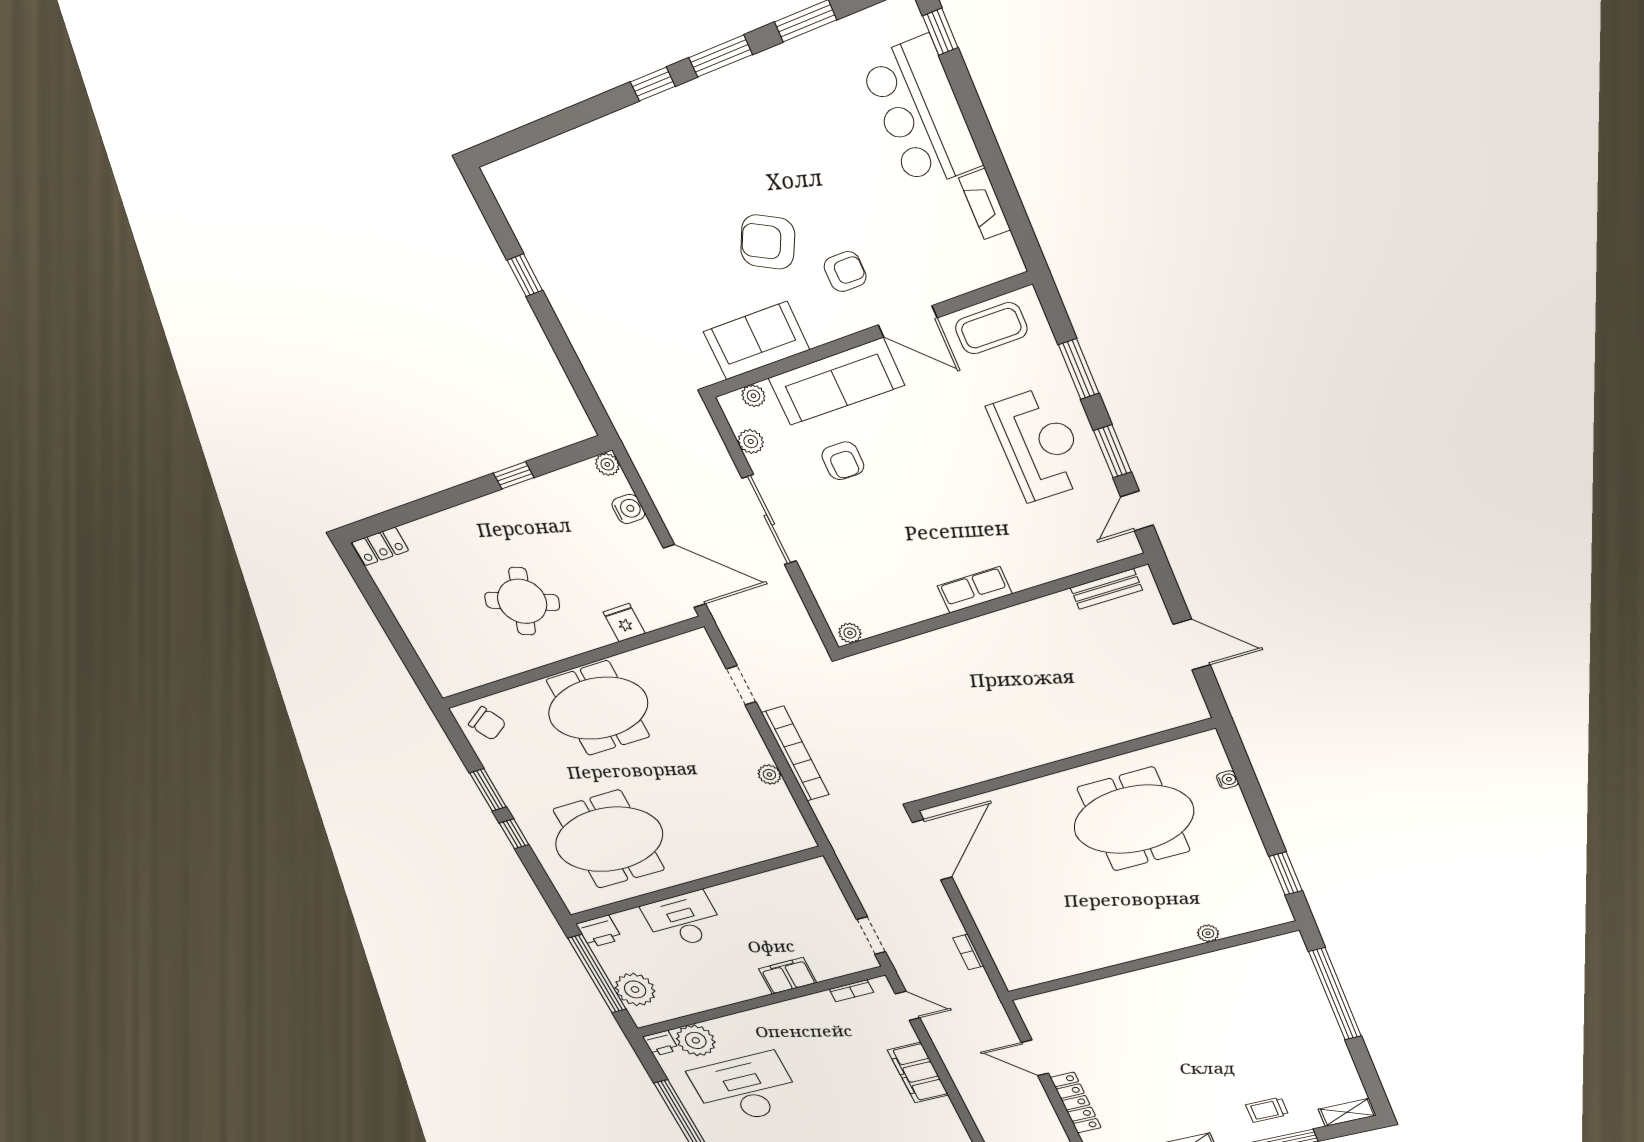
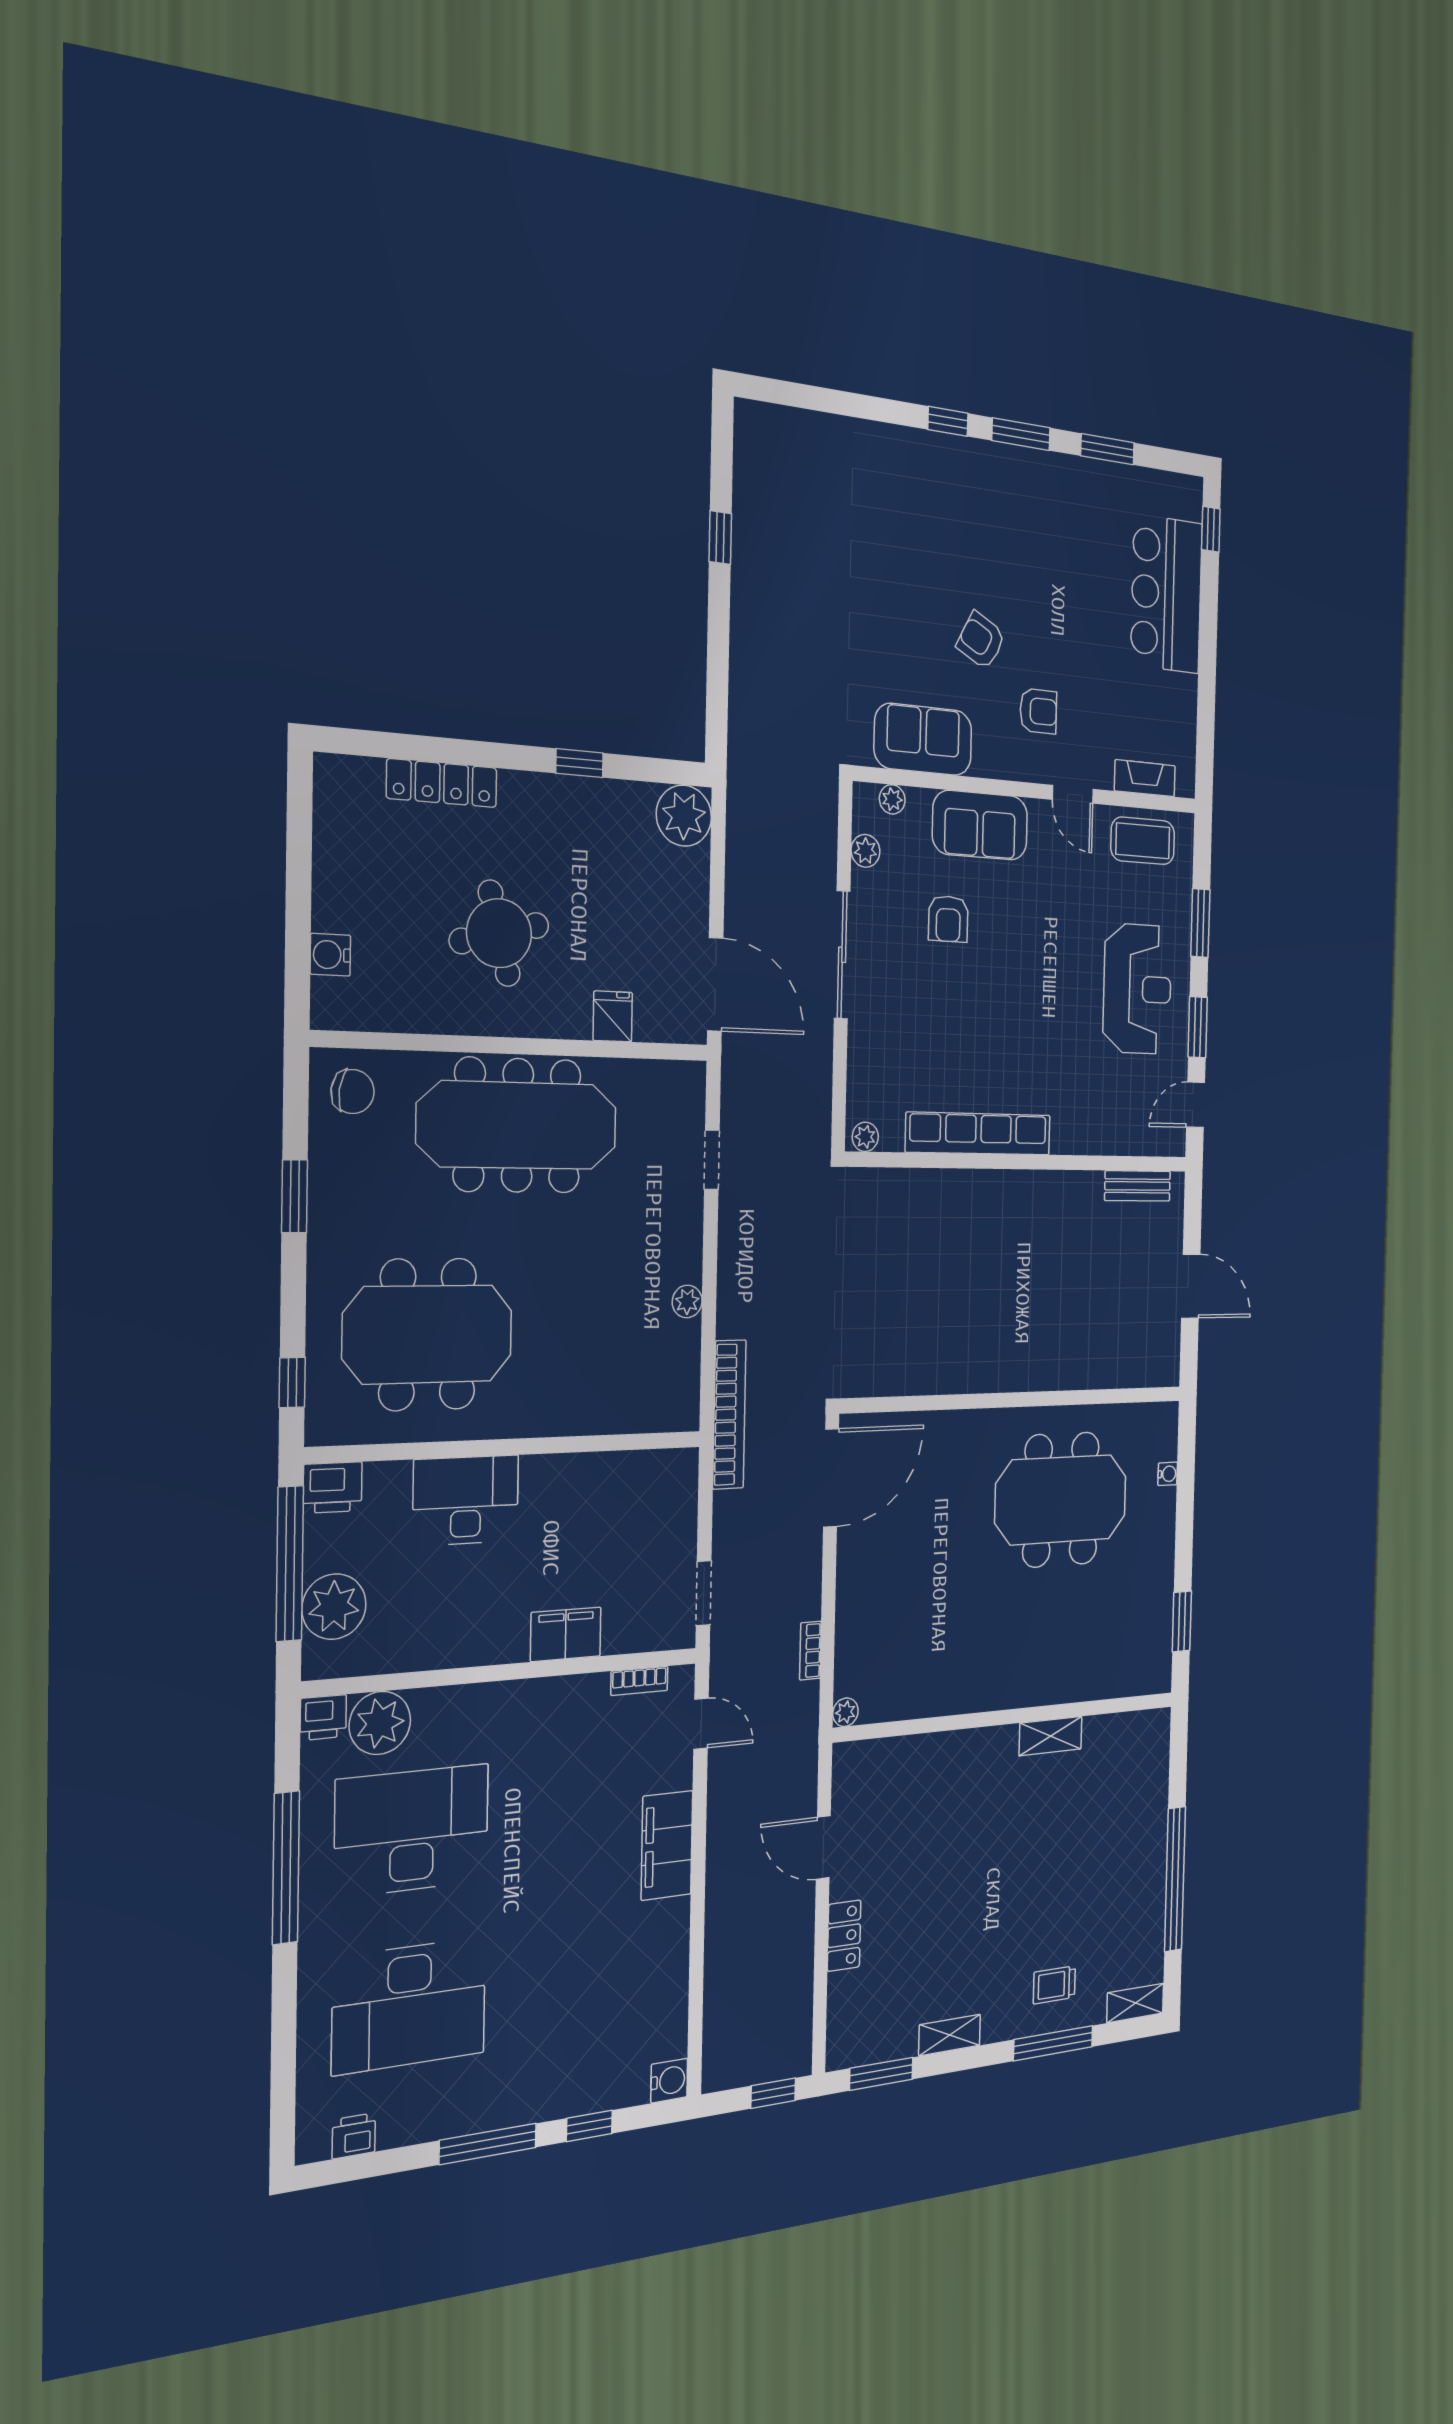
fireplace: (985, 204) -> (1145, 778), moved, turned 90
armchair: (768, 242) -> (981, 641), width x0.72, depth x0.72
door: (908, 321) -> (1073, 794), width x0.73
sofa: (836, 382) -> (980, 825), width x0.73
plant: (607, 464) -> (684, 816), width x1.87, depth x1.87
water cooler: (628, 509) -> (330, 955), moved, turned 180
locker: (380, 546) -> (442, 783), moved, width x1.53
row of seats: (975, 590) -> (978, 1134), width x2.02
round table: (522, 601) -> (499, 933), turned -35
meeting table: (598, 708) -> (517, 1125), width x1.36
chair: (487, 723) -> (353, 1092), turned -51
bookcase: (795, 754) -> (729, 1415), moved
window: (514, 834) -> (292, 1383), moved
plant: (1208, 933) -> (845, 1712), moved
shelving: (1194, 967) -> (1050, 1736), added
window: (1335, 994) -> (1175, 1879), moved
locker: (1076, 1103) -> (844, 1936), width x0.66

